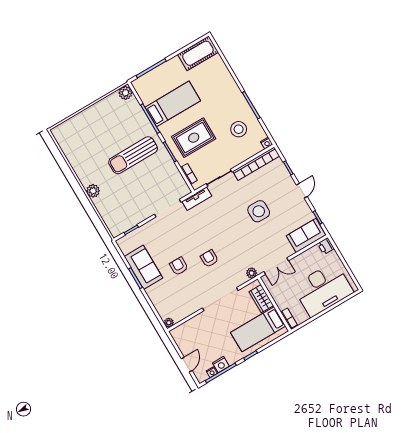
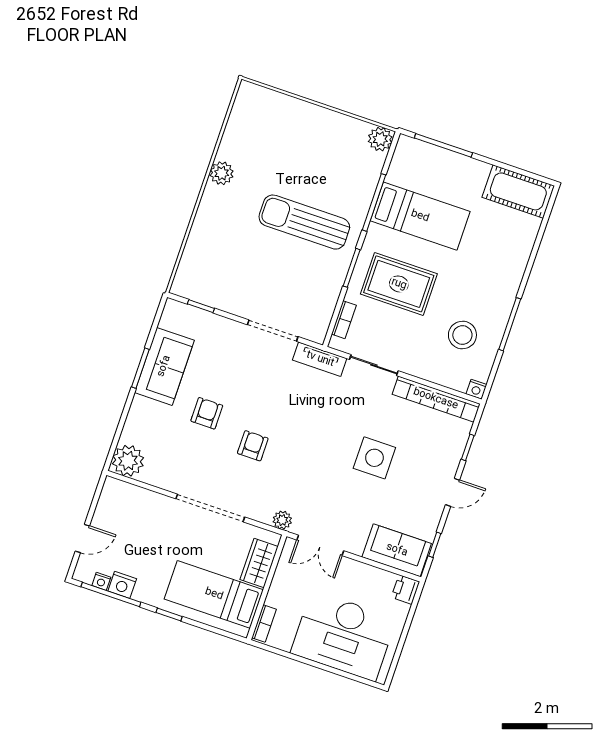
plant: (93, 191) -> (222, 173), moved
plant: (169, 323) -> (128, 461), width x1.88, depth x1.88

